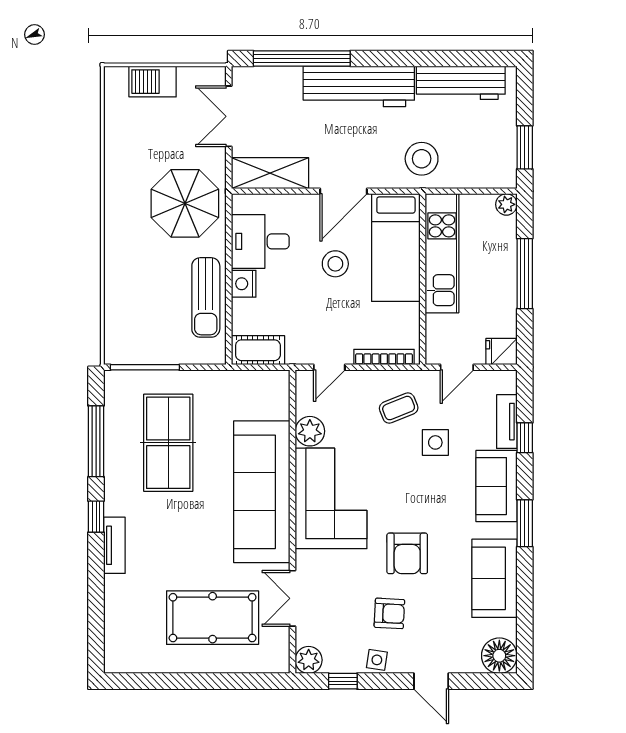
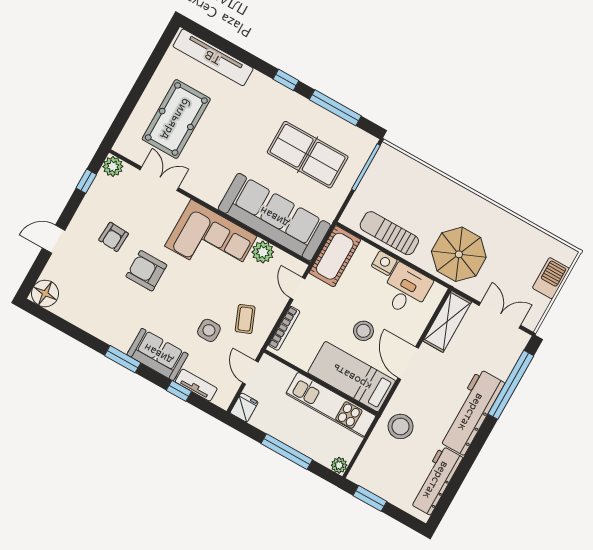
cot: (258, 350) -> (335, 256), width x1.37, depth x1.34
sofa: (262, 492) -> (274, 217), moved
tv unit: (114, 545) -> (213, 57), moved, width x1.92, depth x1.29
sofa: (494, 578) -> (98, 319), removed
side table: (377, 660) -> (88, 211), removed

